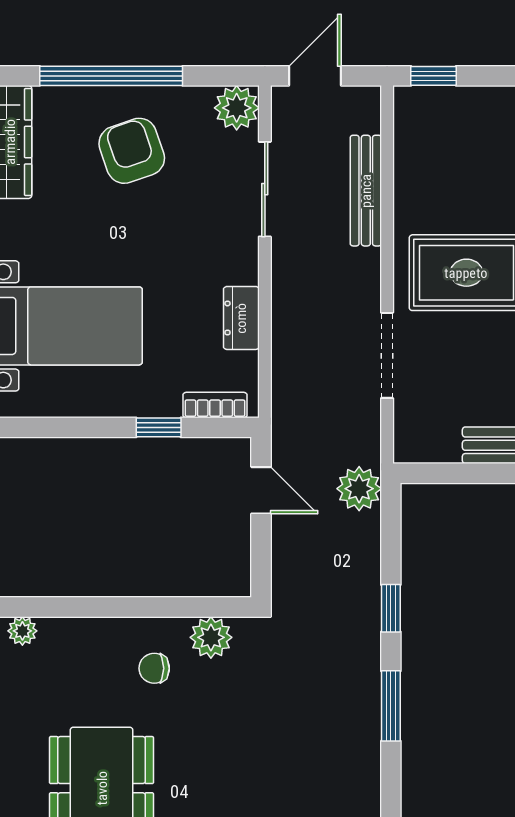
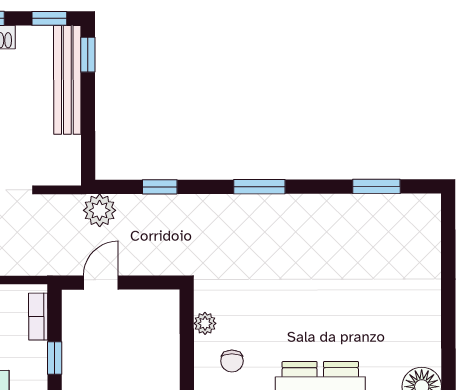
window: (391, 608) -> (160, 187), moved
plant: (211, 637) -> (205, 323), width x0.73, depth x0.73

